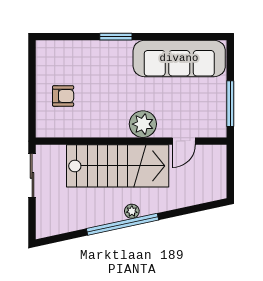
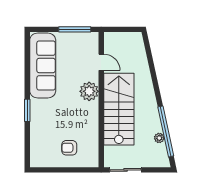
armchair: (63, 96) -> (69, 148), turned -90
plant: (132, 211) -> (159, 138), moved
window: (123, 224) -> (166, 131), moved

